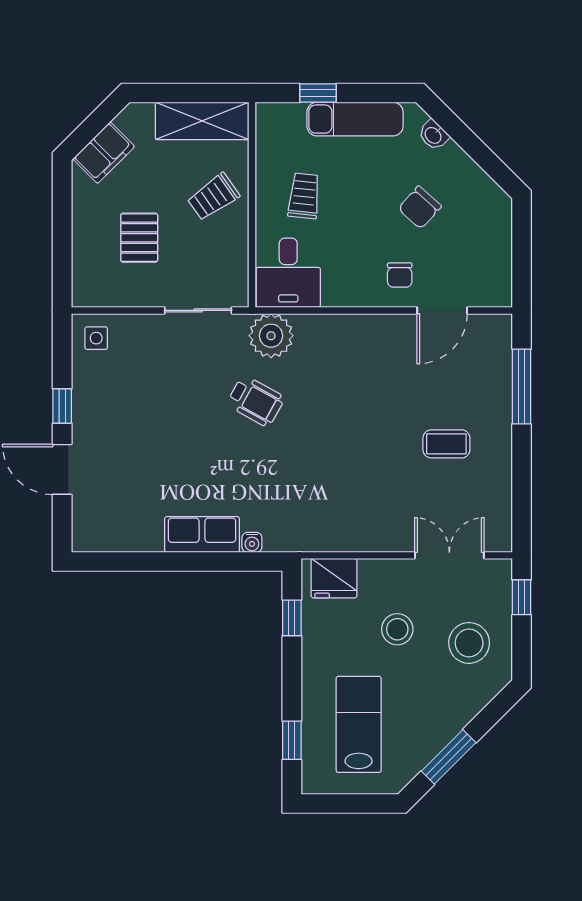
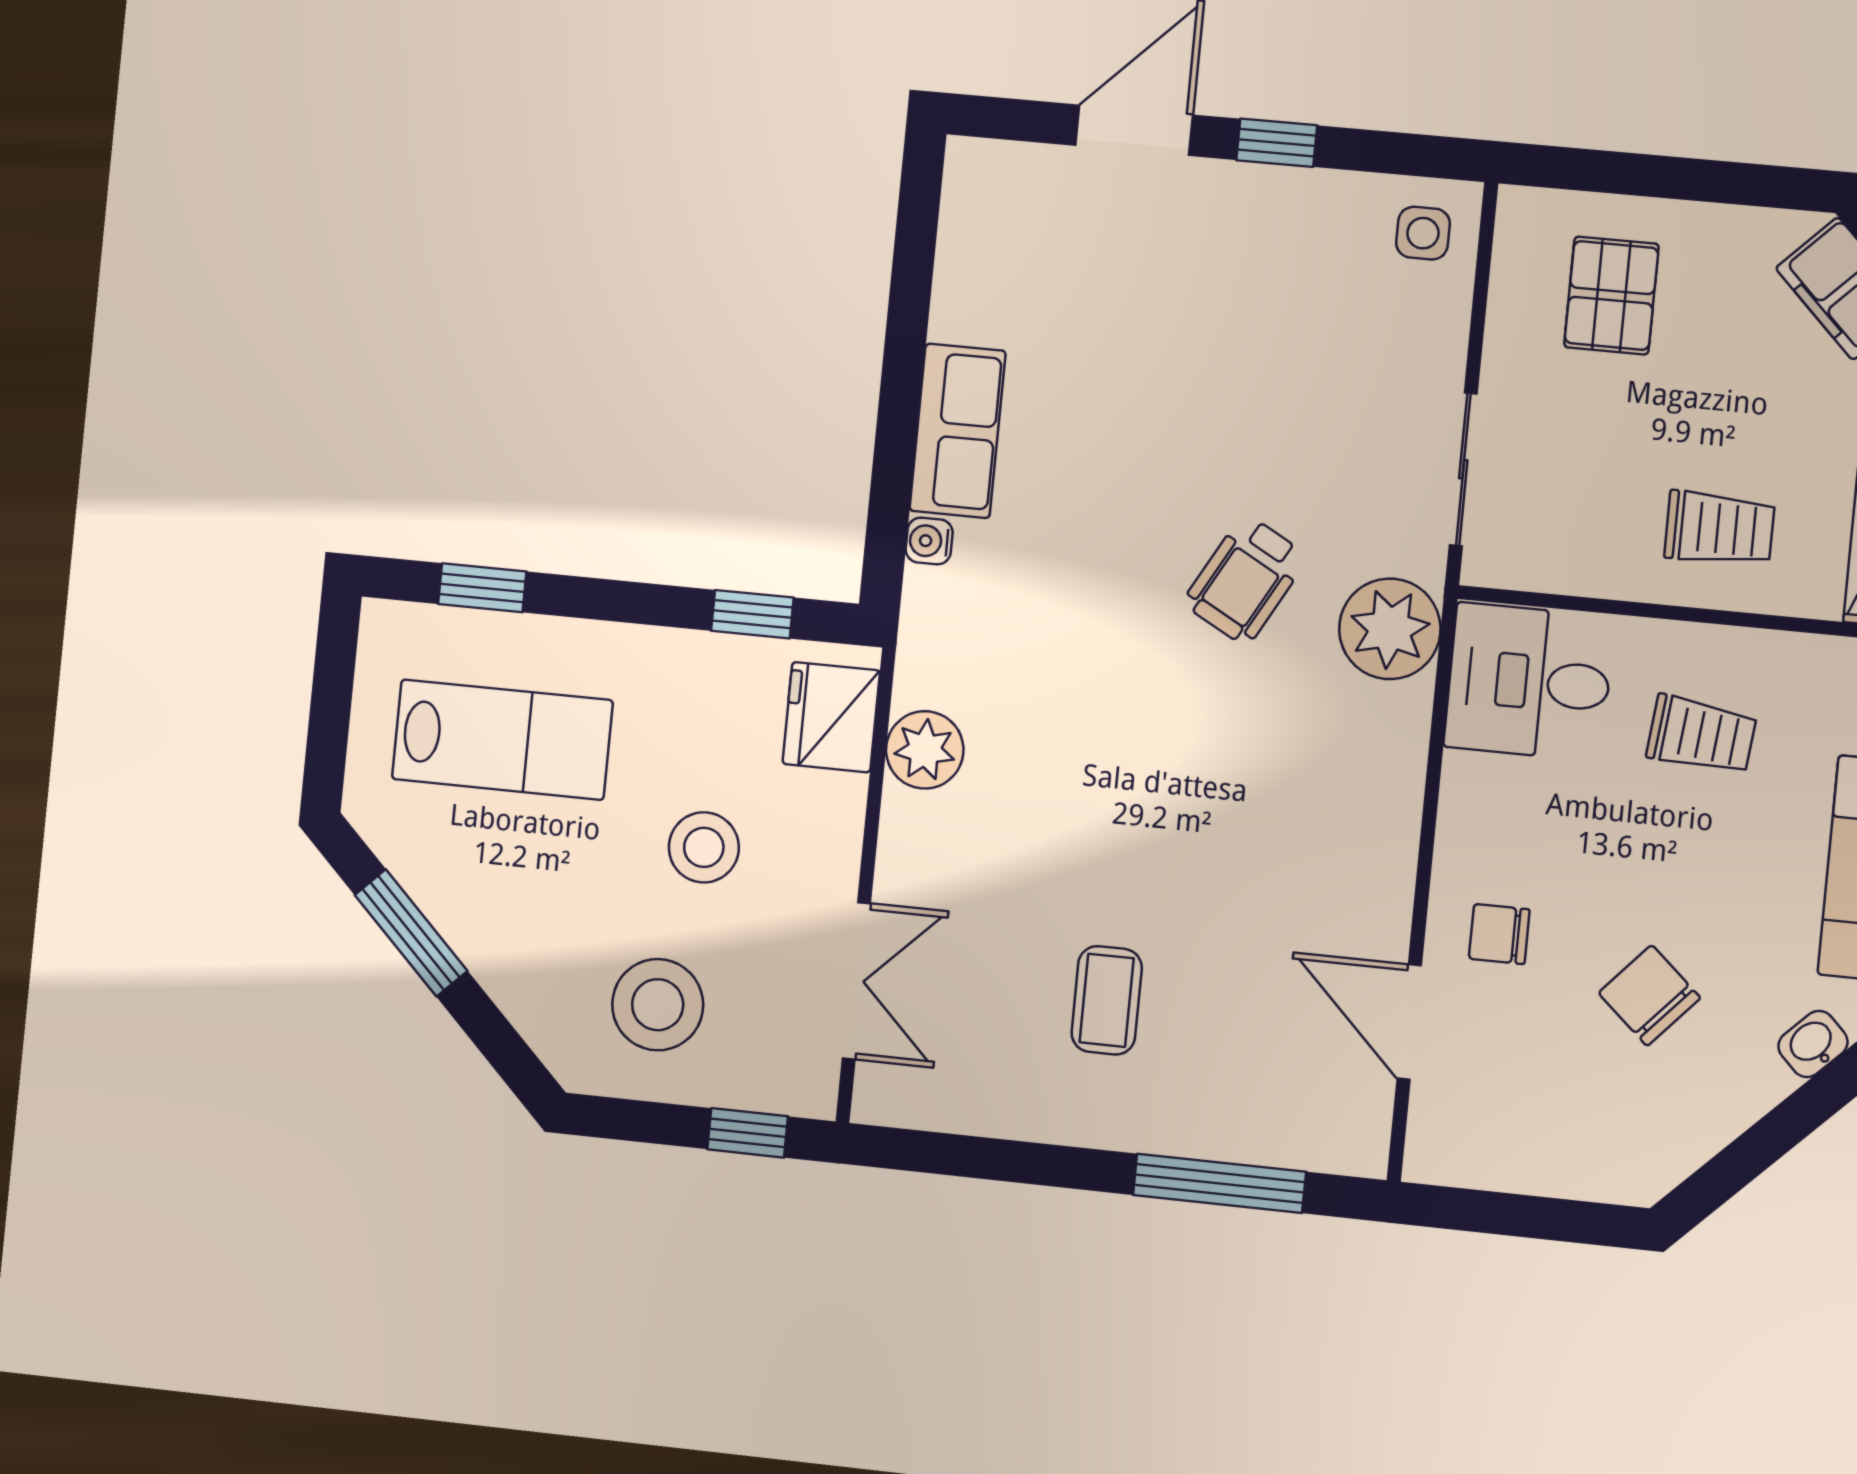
trolley: (213, 197) -> (1719, 528), turned 125
pallet: (139, 238) -> (1611, 295), moved, turned 90
plant: (344, 535) -> (925, 750), added

